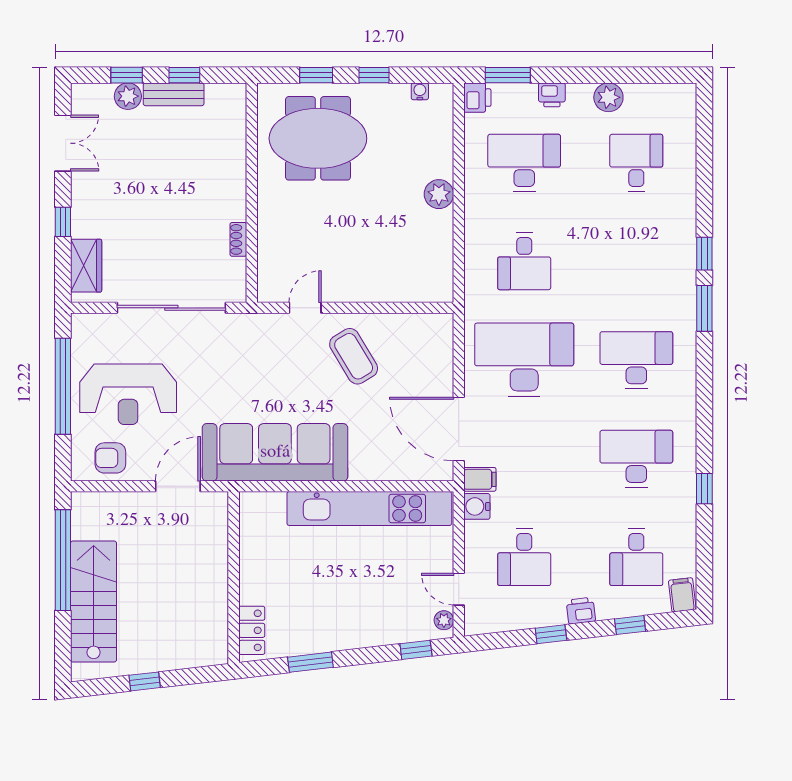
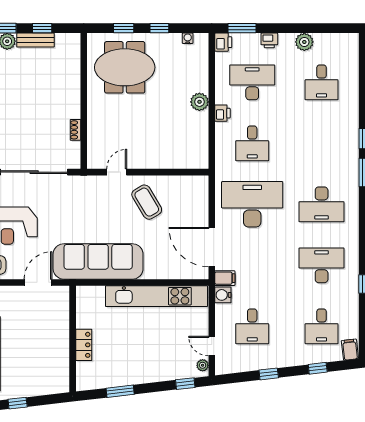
desk: (636, 163) -> (322, 82), turned 180
desk: (636, 360) -> (322, 204), turned 180
printer: (581, 611) -> (222, 113), moved, turned 97
locker: (252, 630) -> (84, 345), moved

